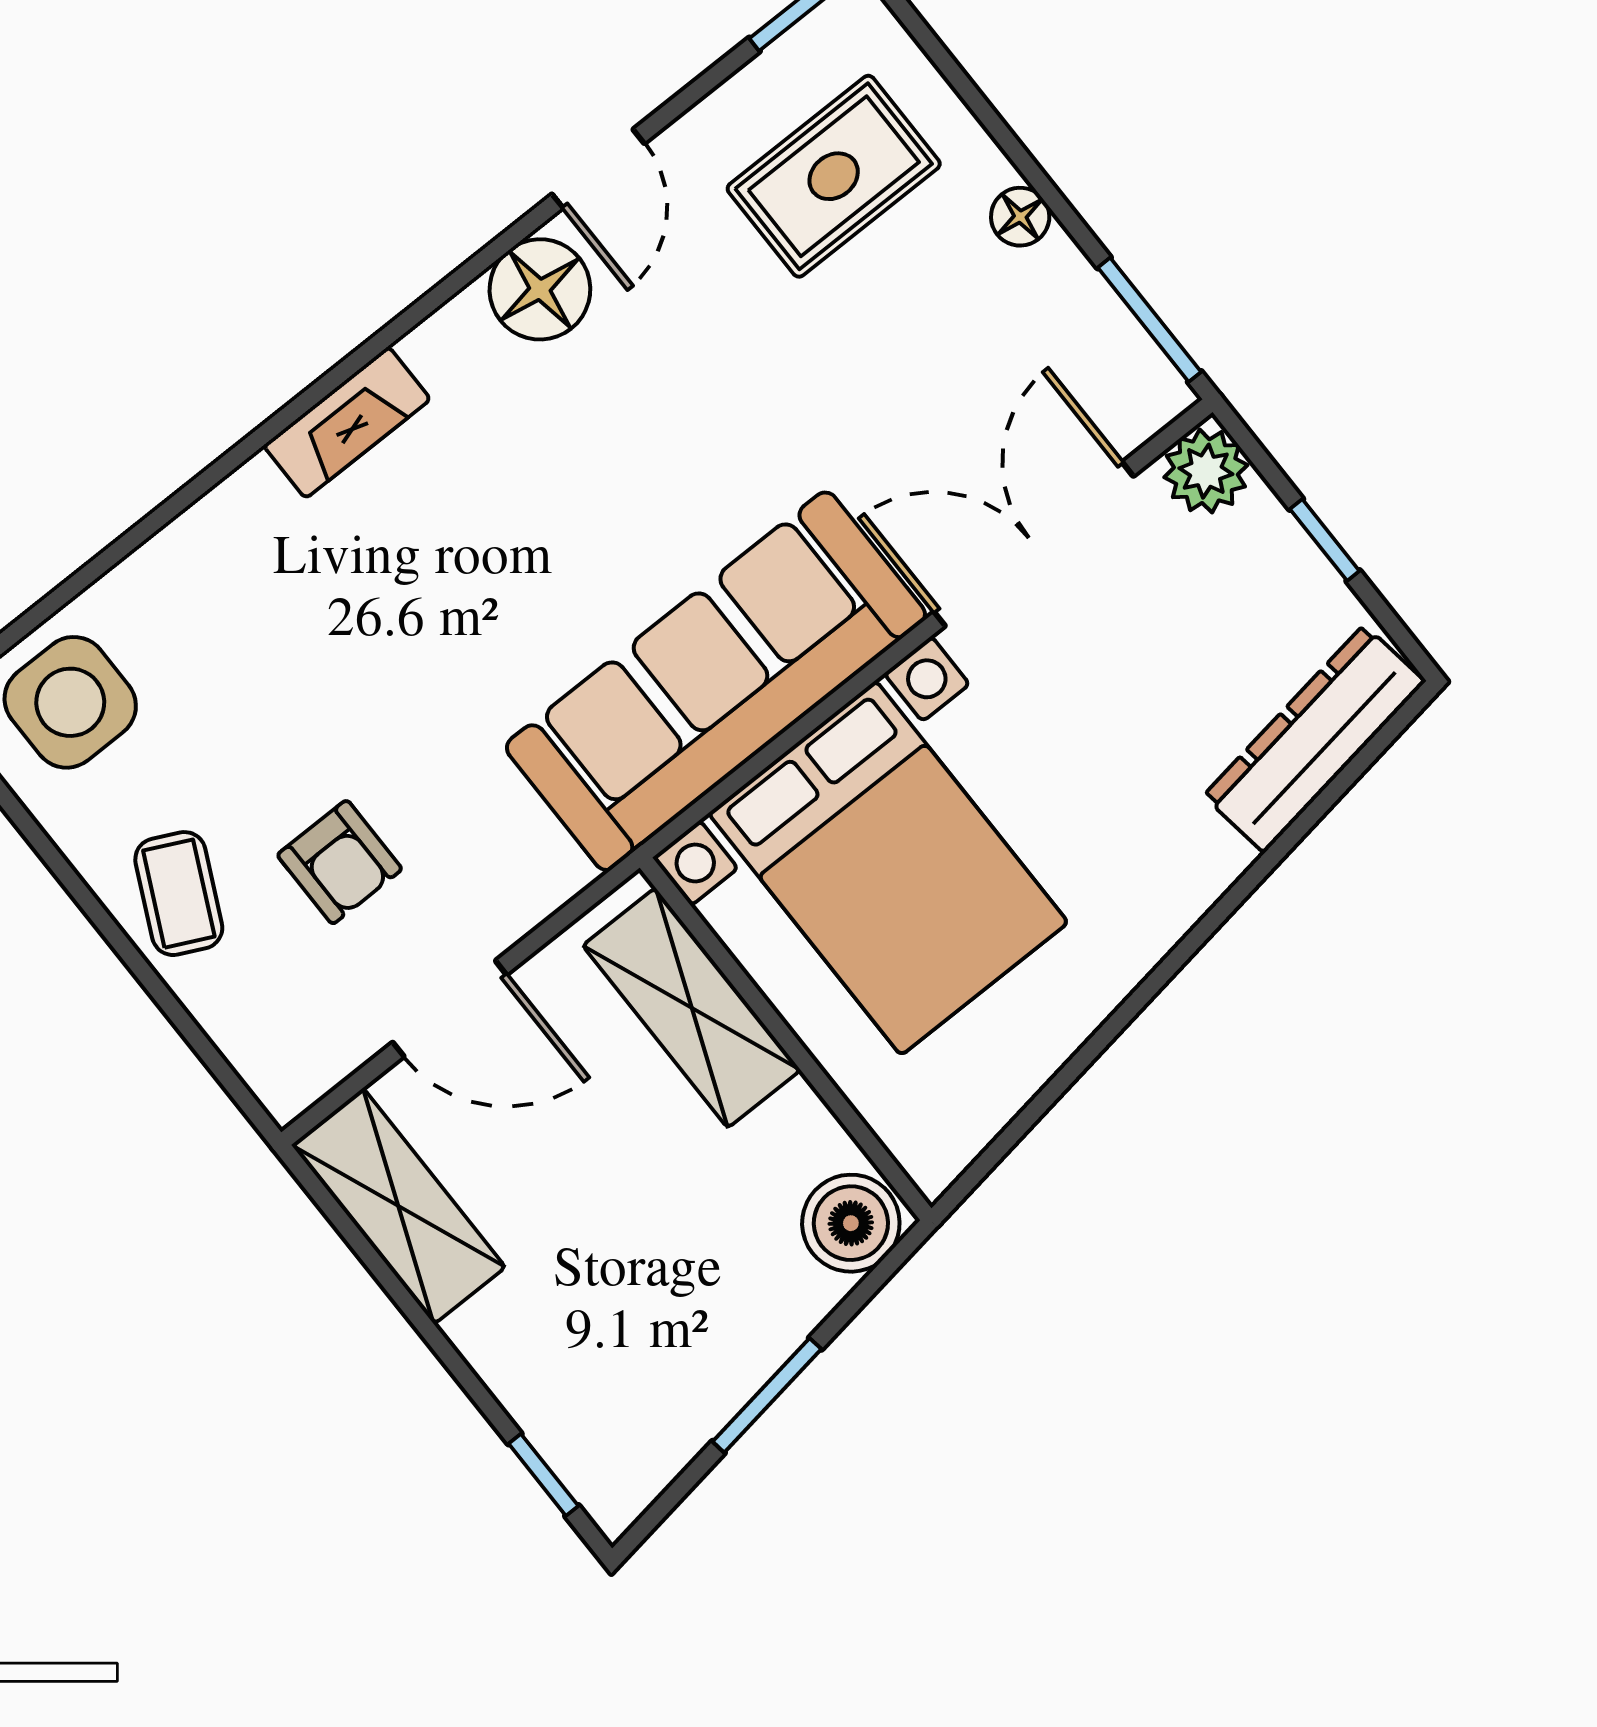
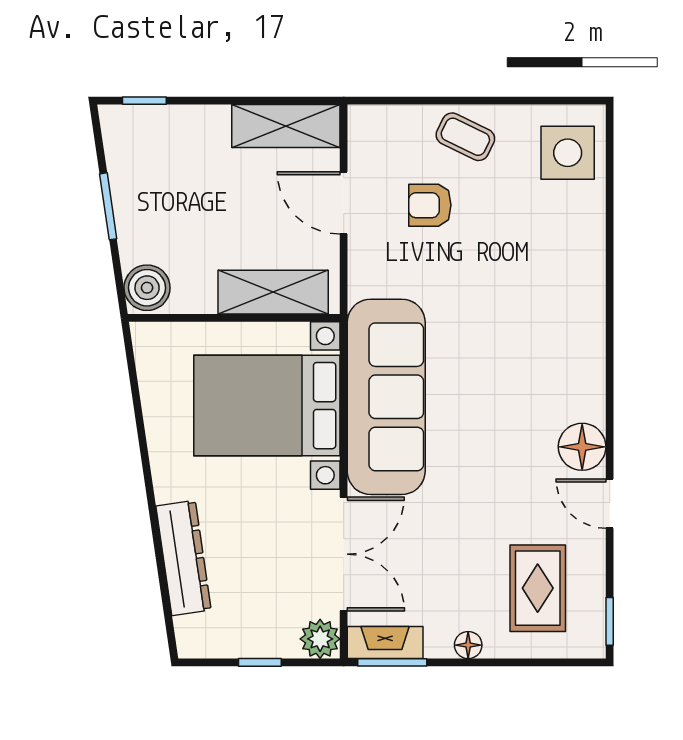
fireplace: (347, 422) -> (385, 643), moved, turned 90
dresser: (1314, 739) -> (183, 558), moved
door: (450, 1009) -> (344, 203), hinge flipped

